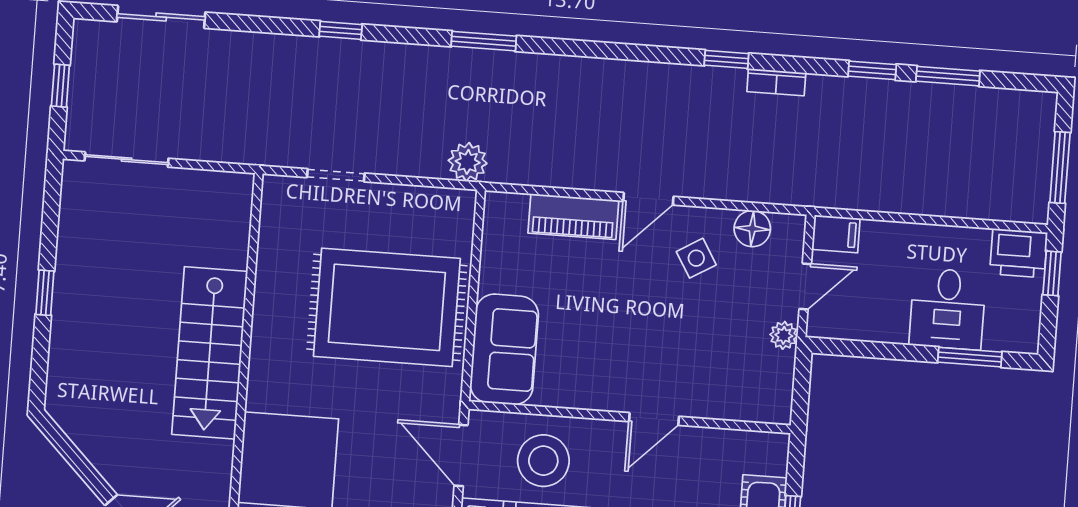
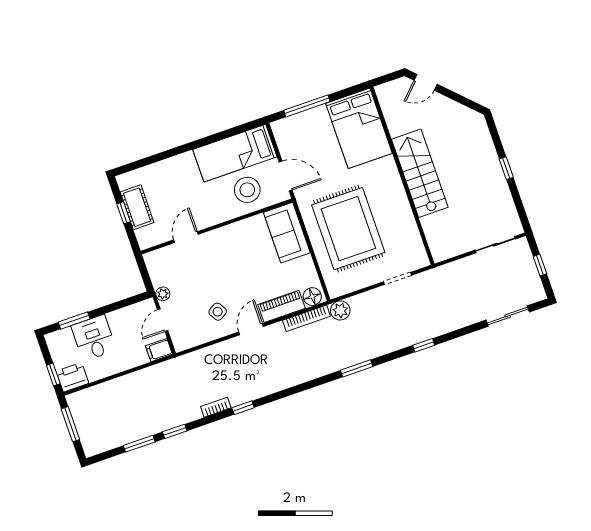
bookcase: (537, 175) -> (306, 318), added
floor lamp: (752, 229) -> (312, 297), moved
rug: (387, 307) -> (348, 229), turned 90
door: (654, 419) -> (186, 237), moved

